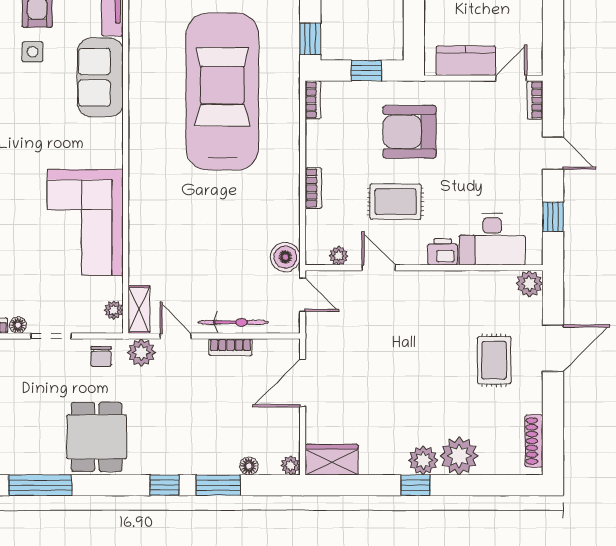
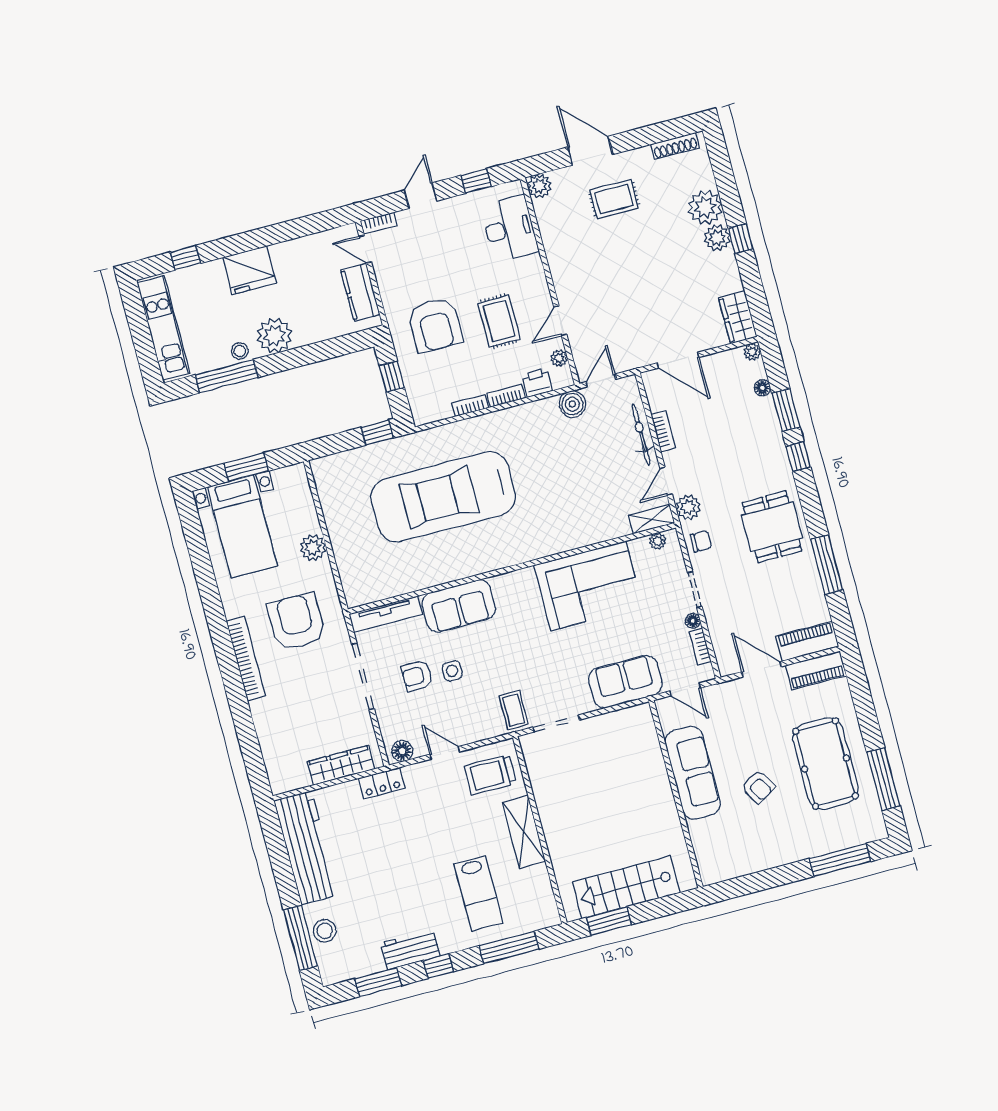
bookcase: (313, 100) -> (470, 406), moved
printer: (443, 252) -> (537, 383), moved, turned 90
dining table: (97, 437) -> (772, 527), turned 90

